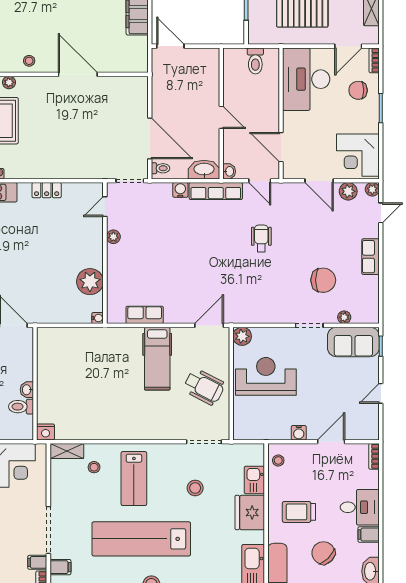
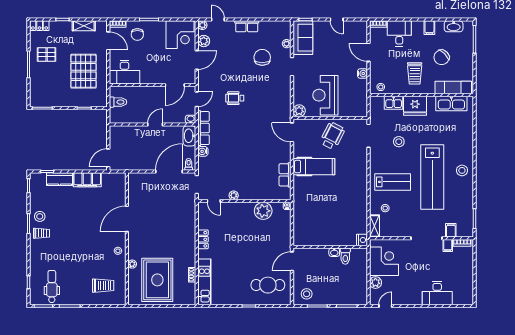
desk: (306, 79) -> (124, 72), width x0.73, depth x0.77
desk: (360, 507) -> (399, 33), moved

